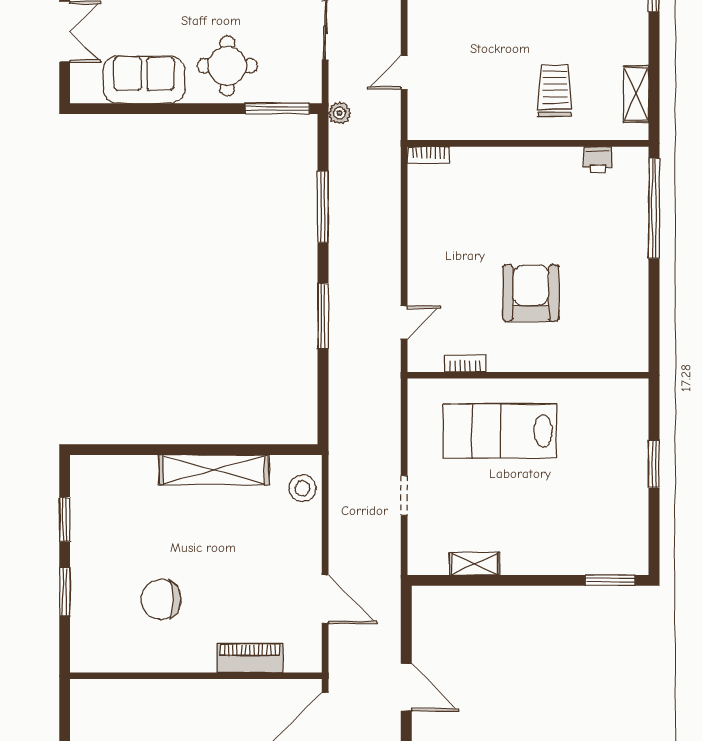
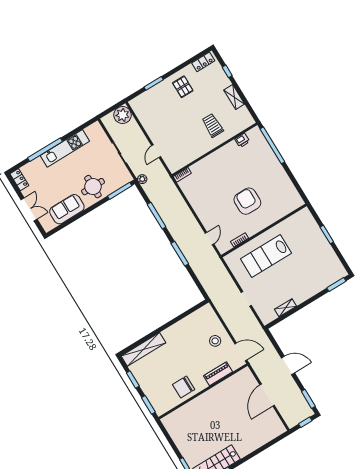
shelving: (636, 94) -> (234, 97), moved
shelving: (214, 470) -> (143, 349), moved
stool: (303, 488) -> (215, 341), moved
piano: (250, 658) -> (218, 374), moved
wall: (196, 676) -> (203, 391), moved

